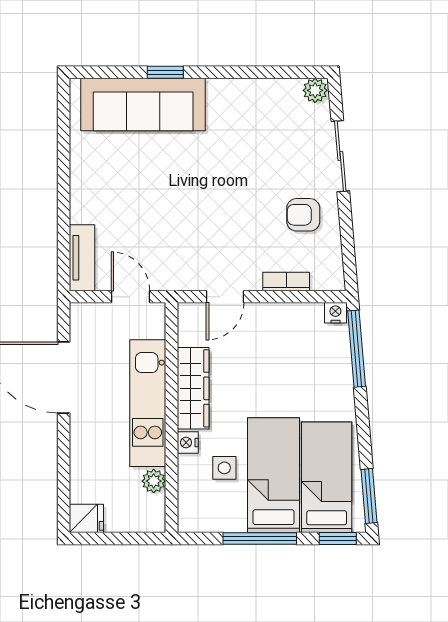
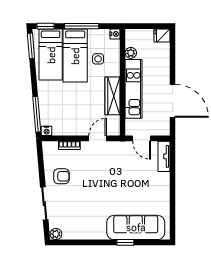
nightstand: (188, 443) -> (115, 34), moved

